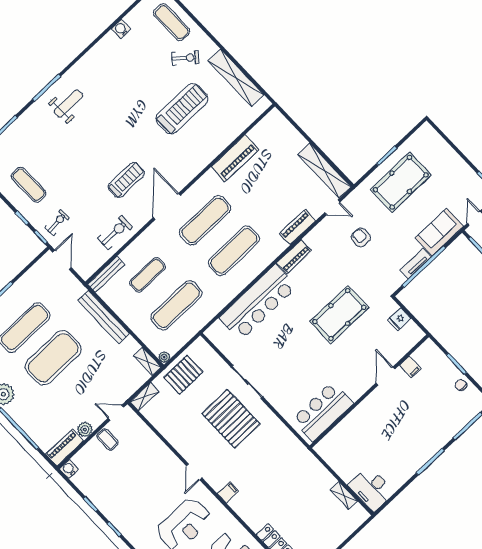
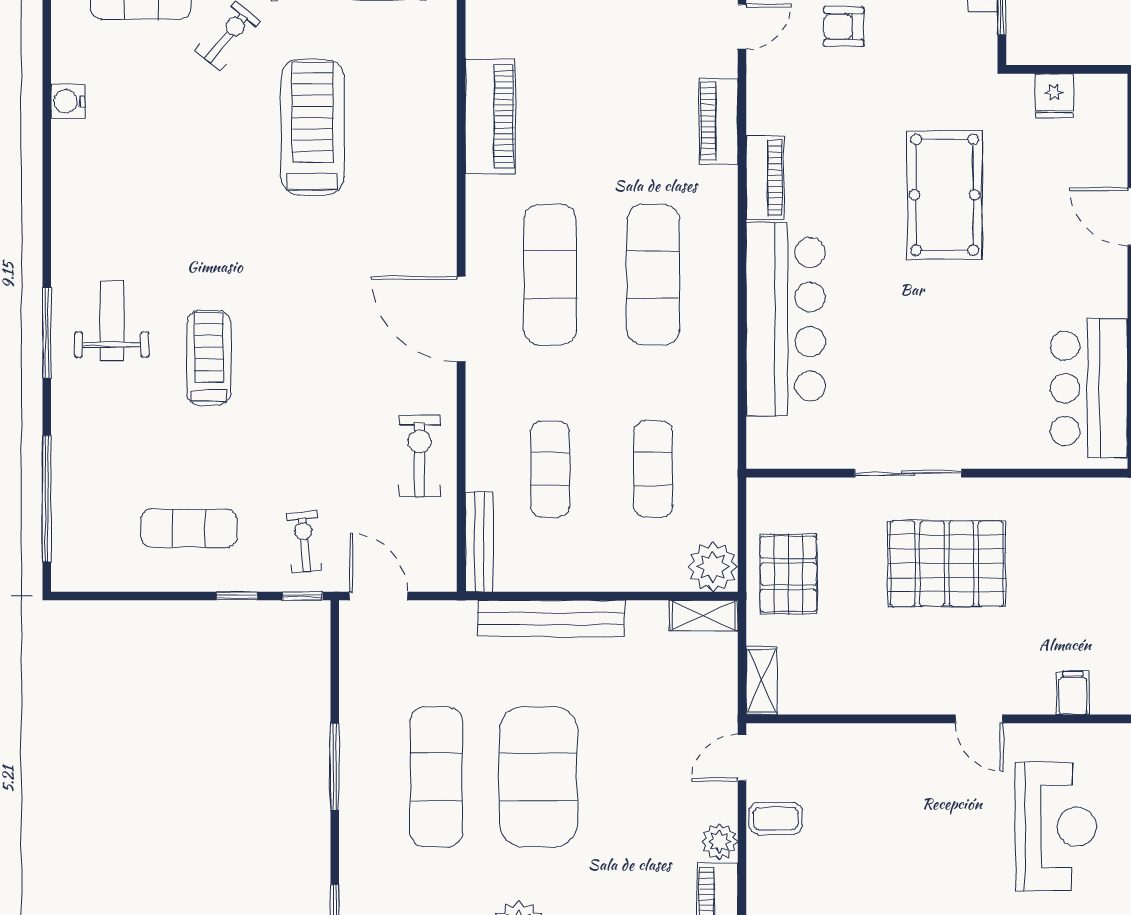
treadmill: (126, 180) -> (209, 358), moved
exercise mat: (176, 305) -> (653, 469), width x0.73, depth x0.69
plant: (164, 357) -> (713, 567), width x1.87, depth x1.87

